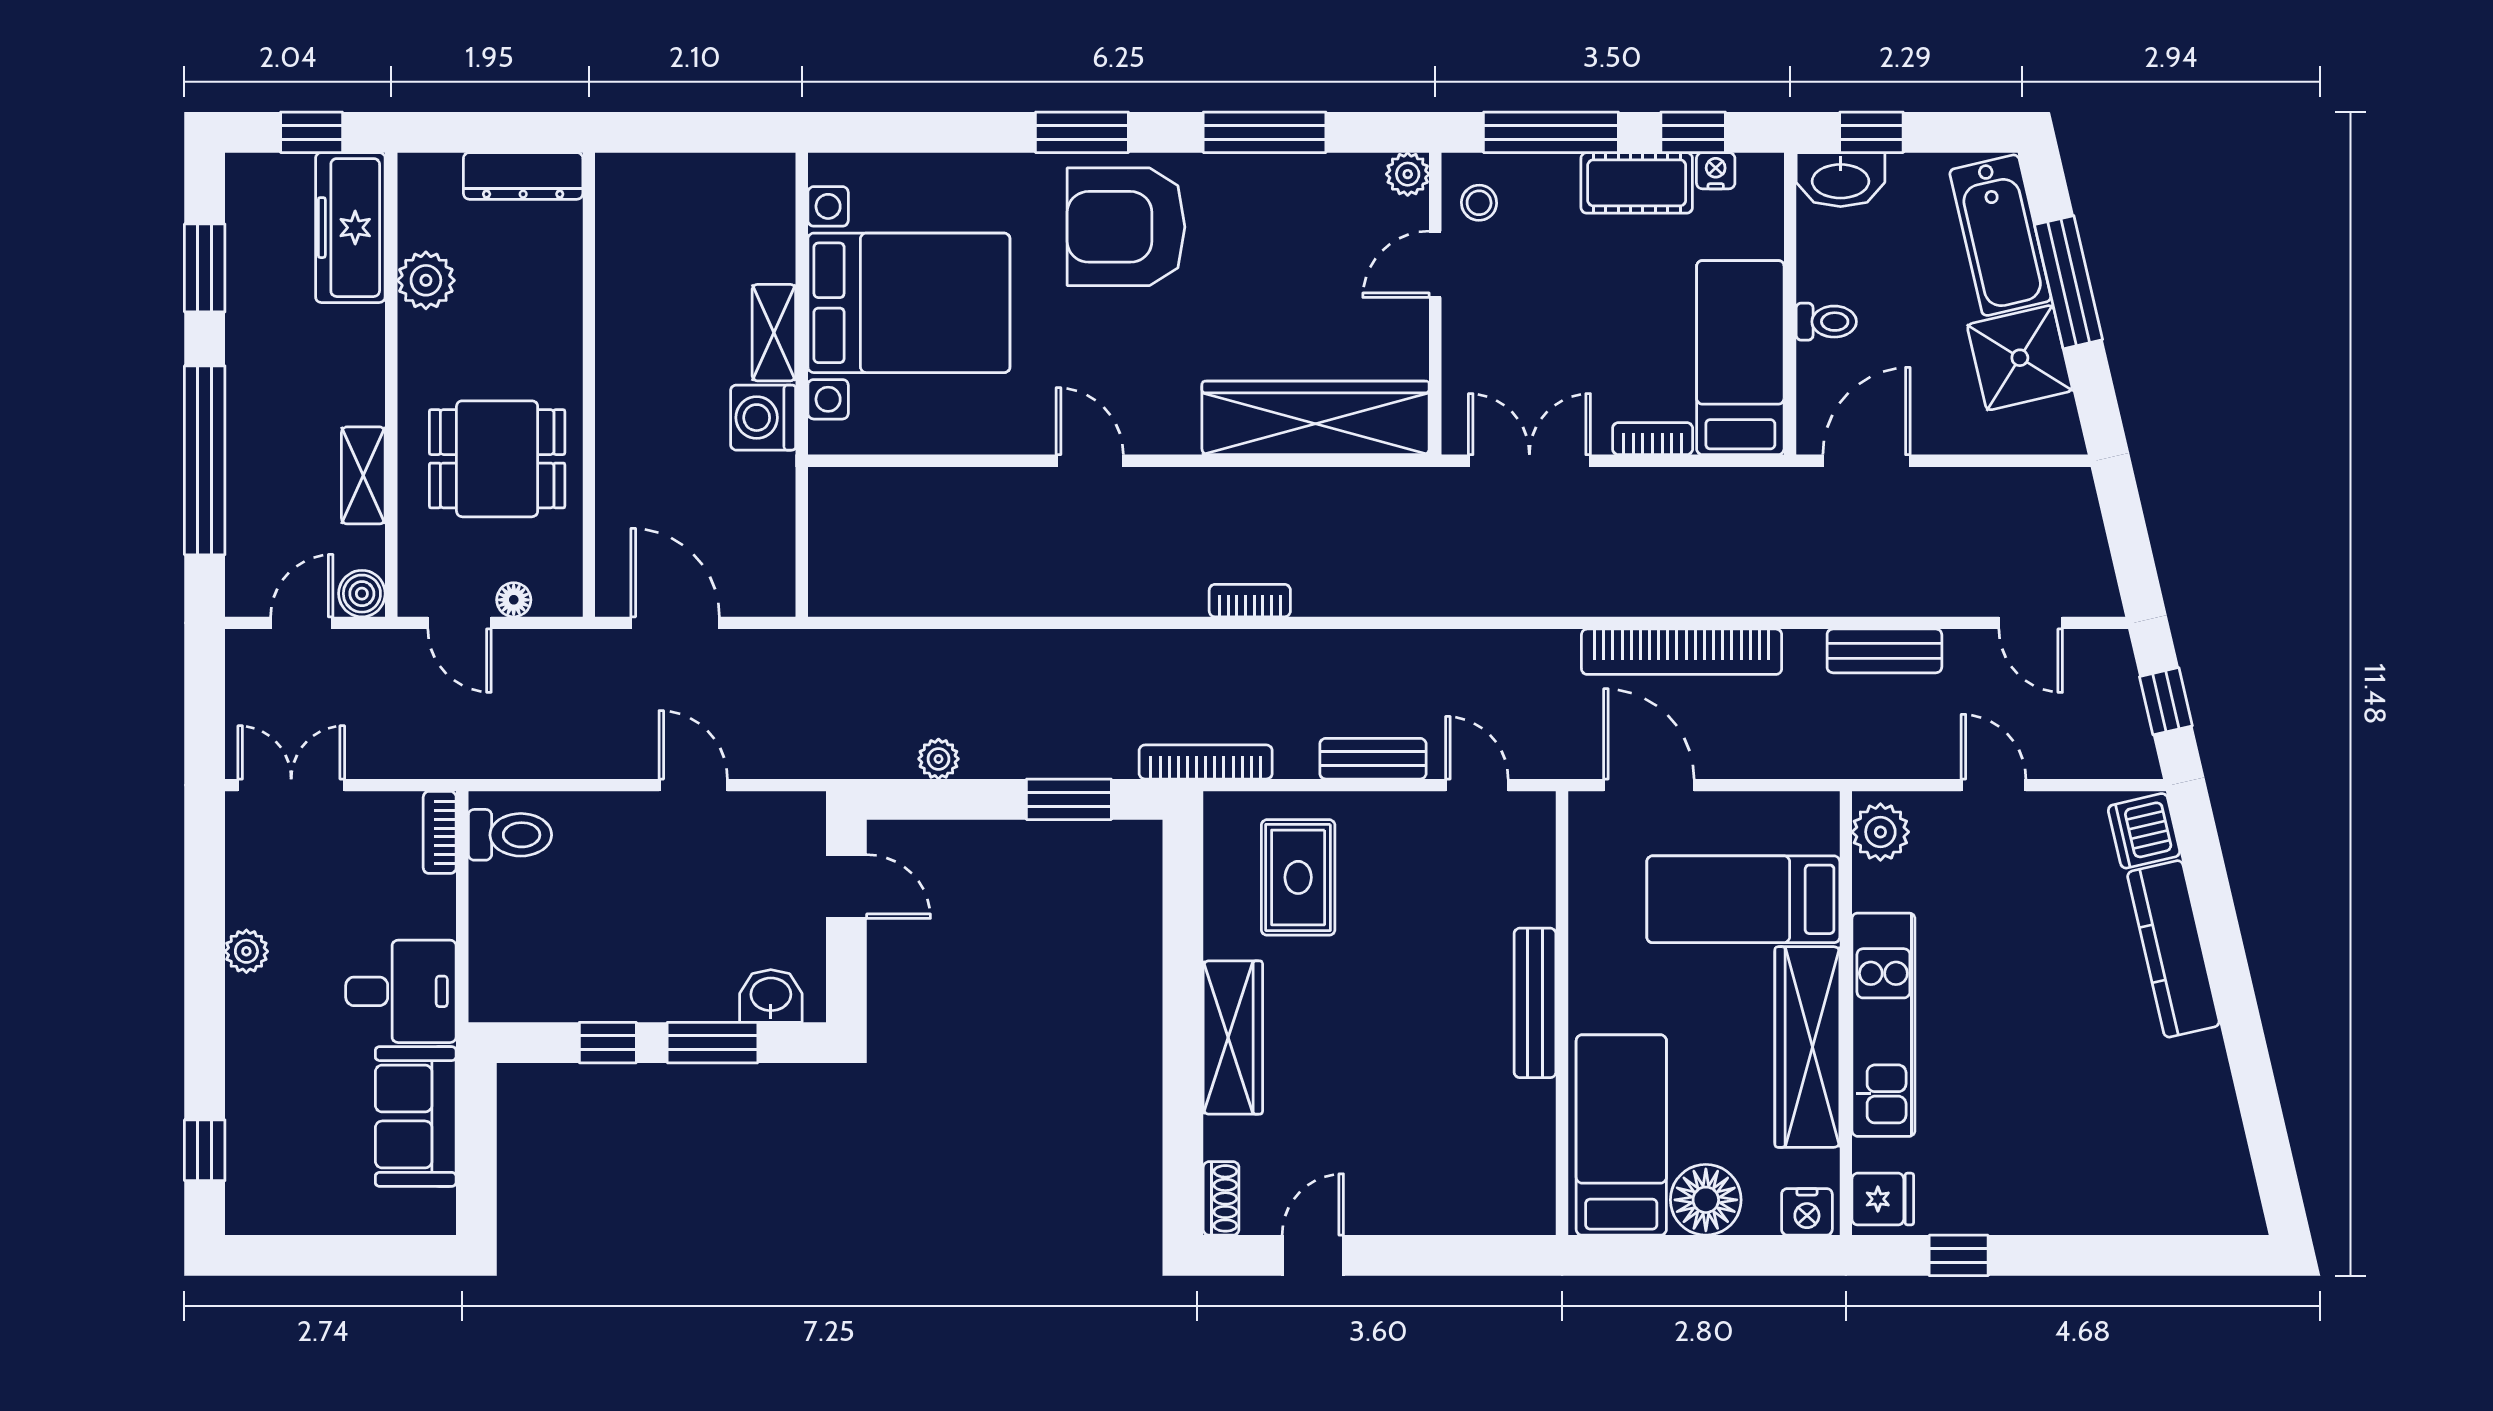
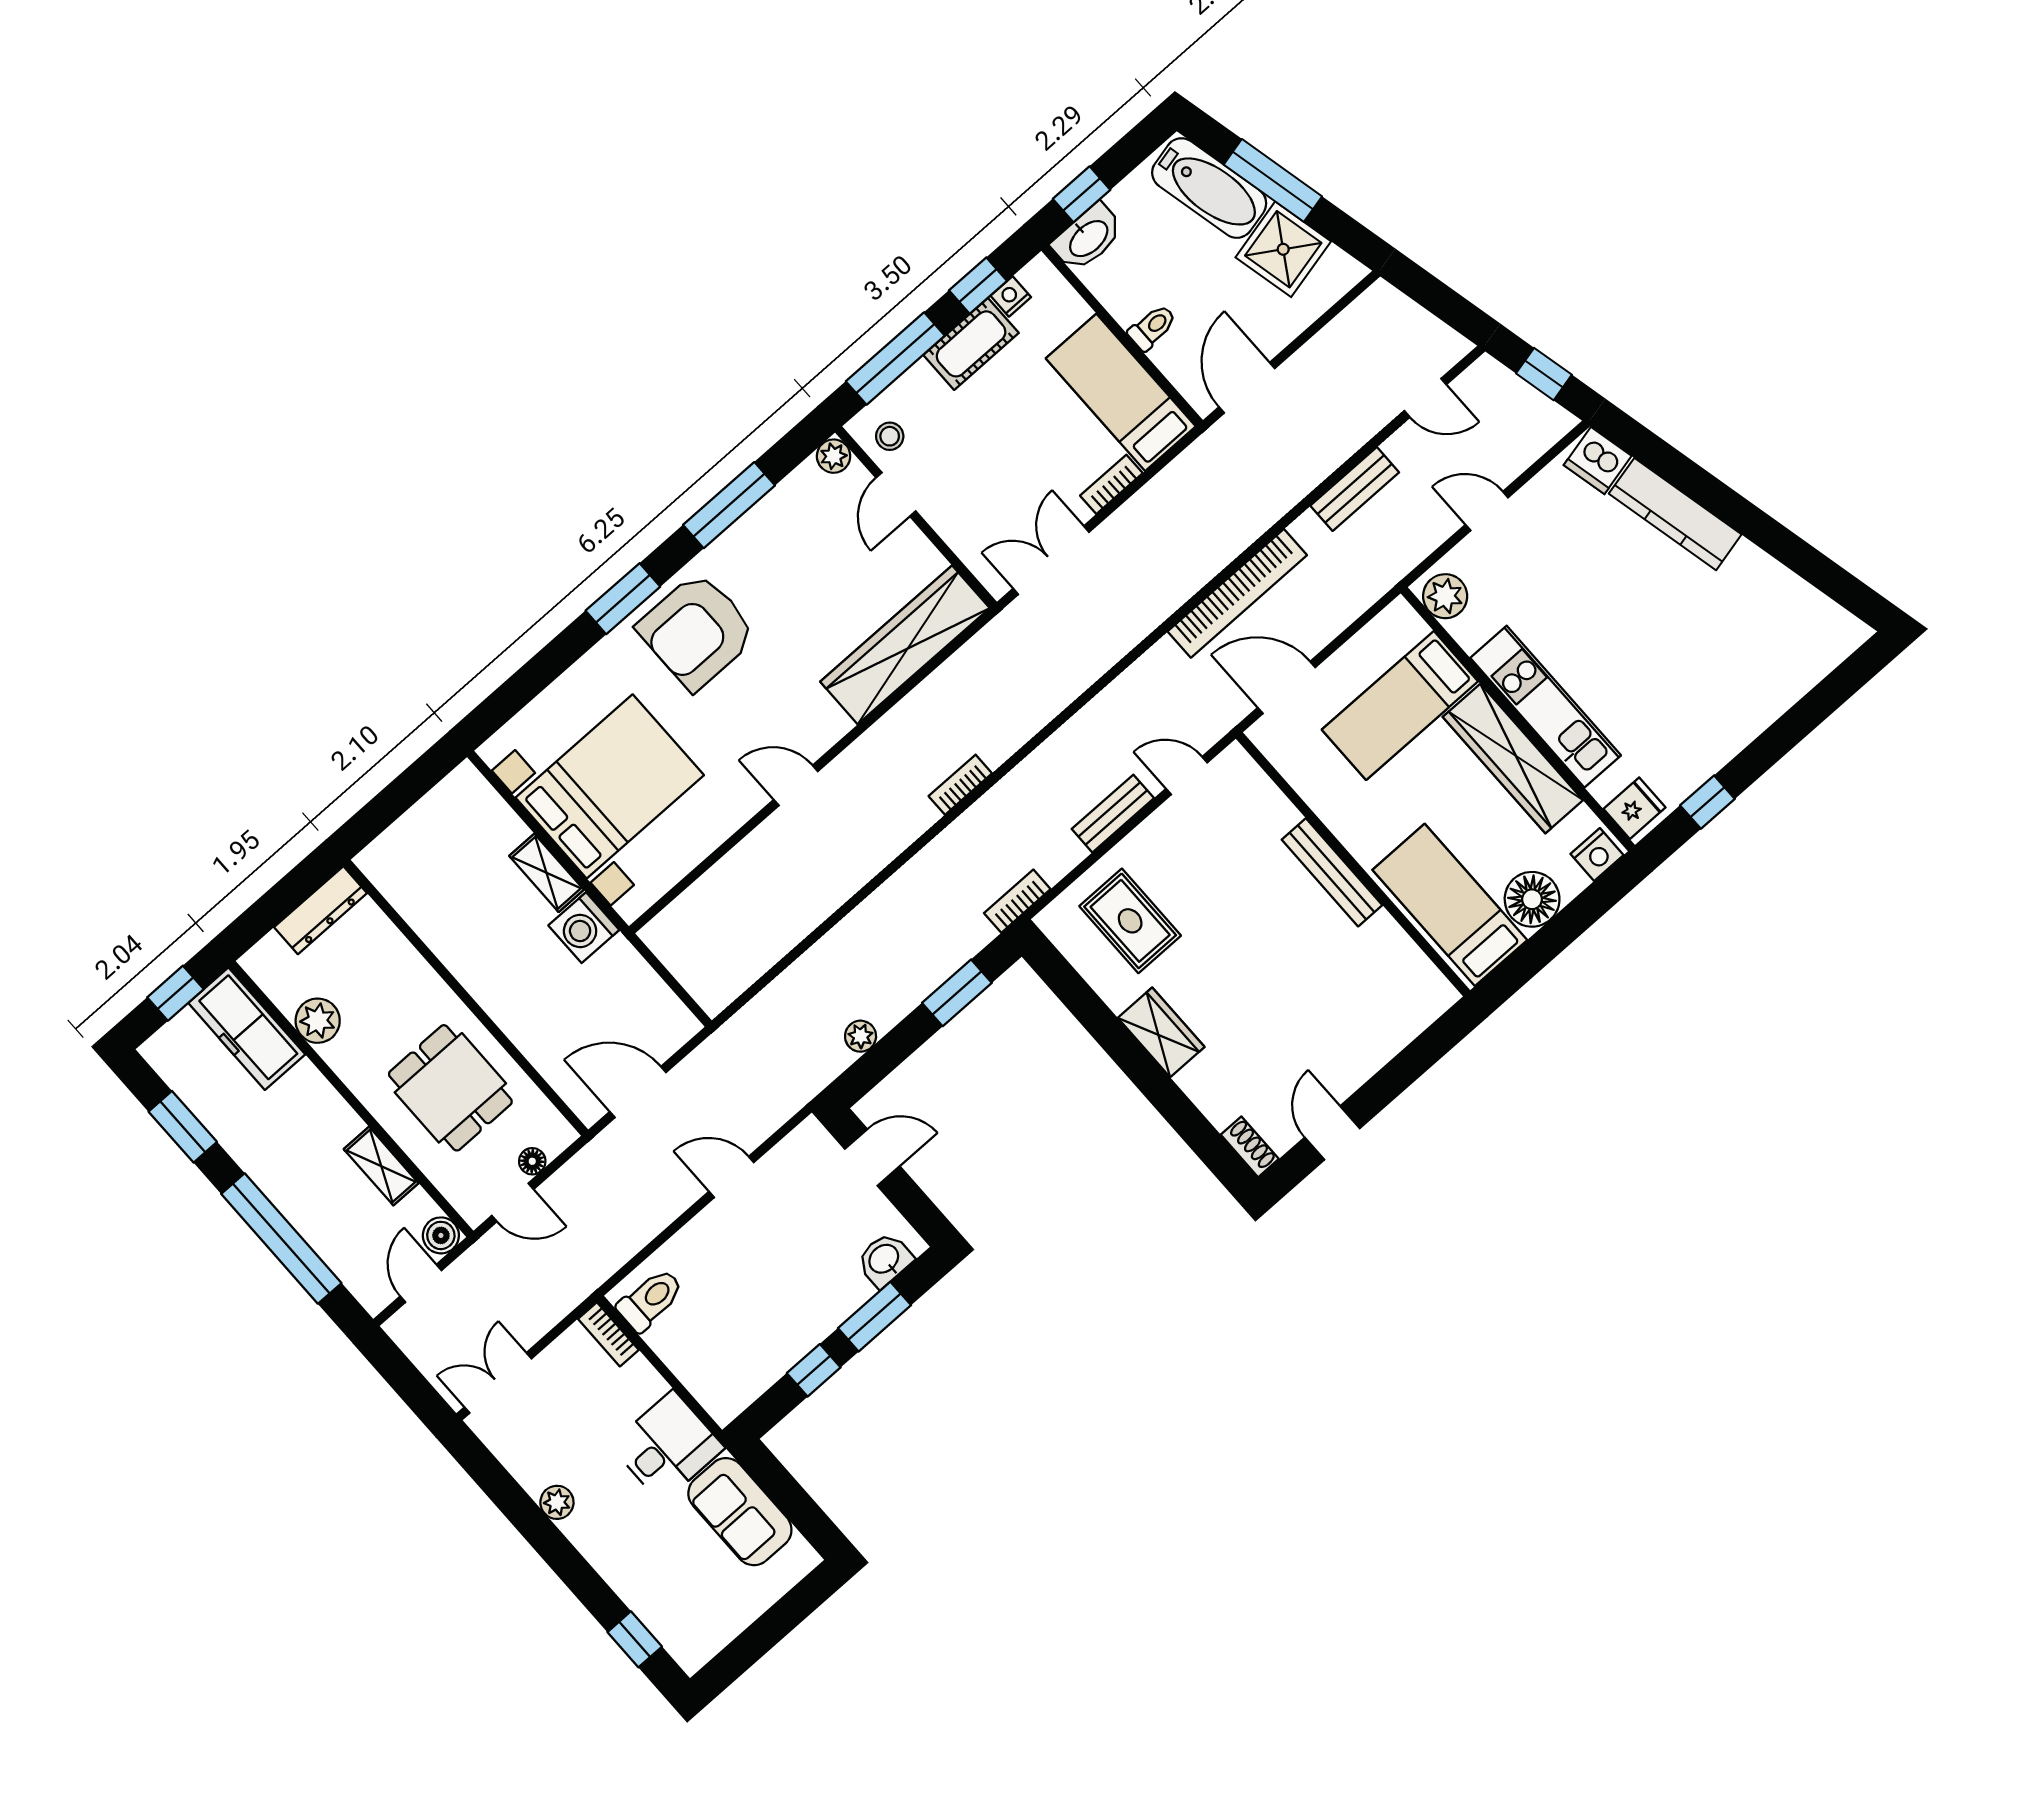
dining table: (497, 459) -> (450, 1088), turned 90
bookcase: (1206, 762) -> (1017, 901), width x0.64
wardrobe: (1233, 1038) -> (1161, 1032), width x0.67

